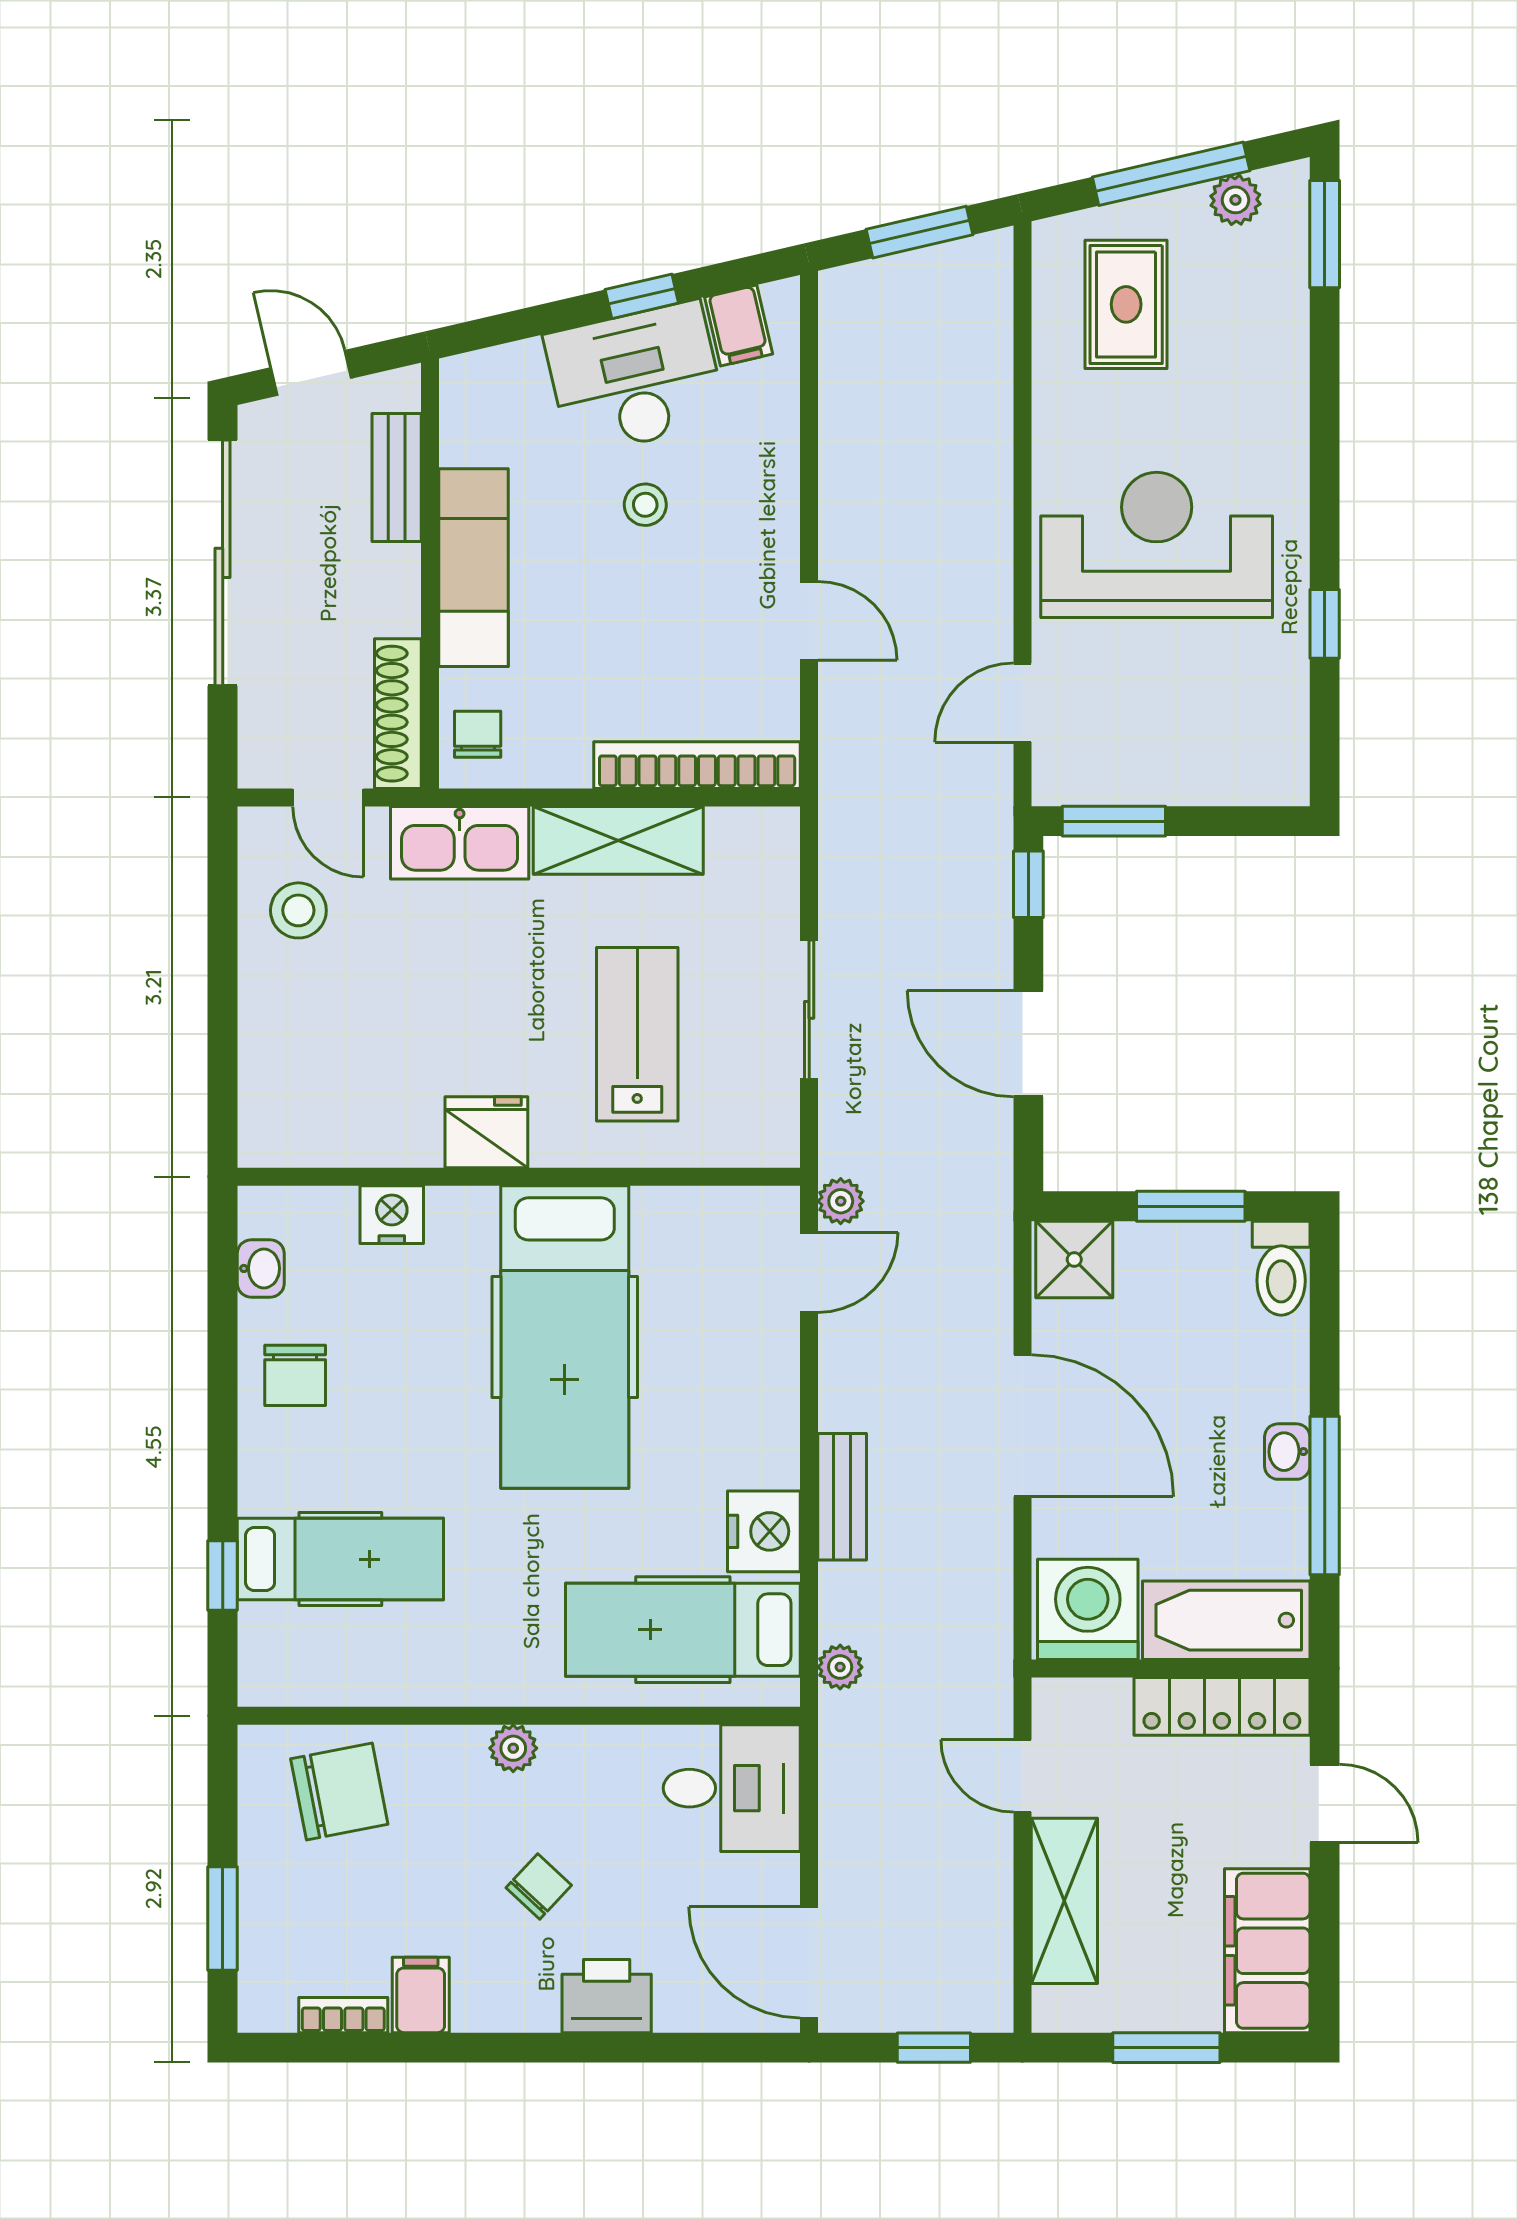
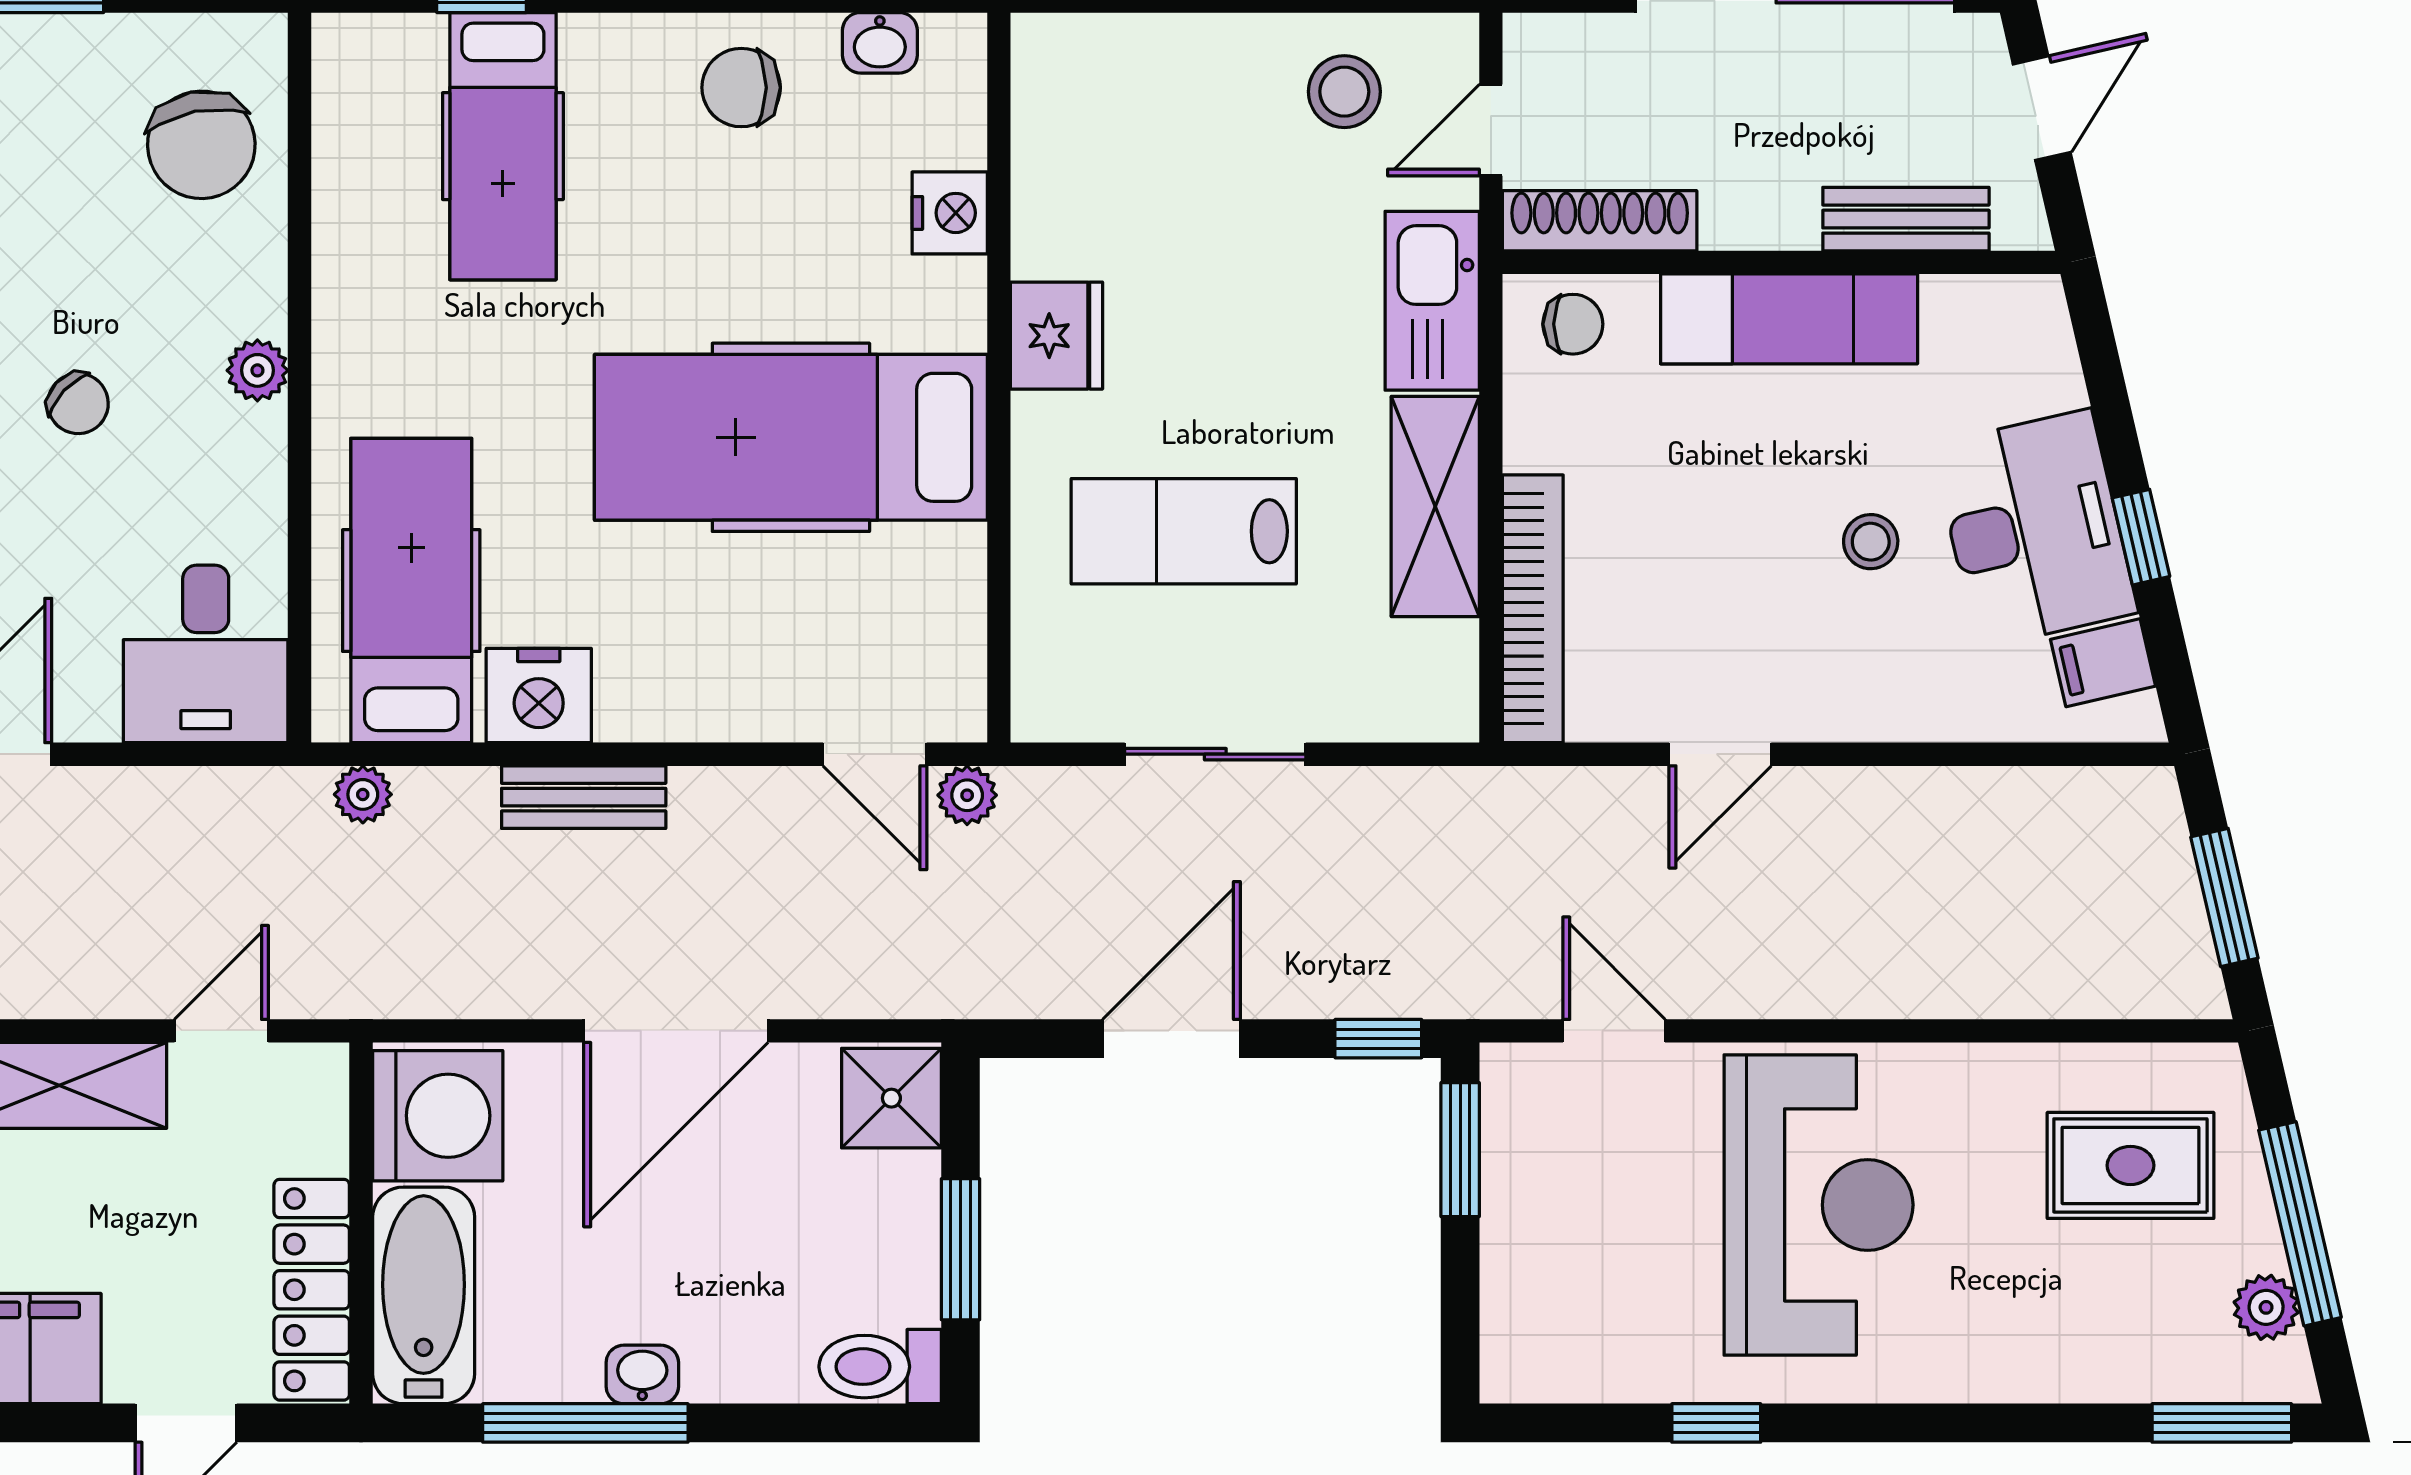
lab bench: (637, 1034) -> (1184, 531), turned 180

